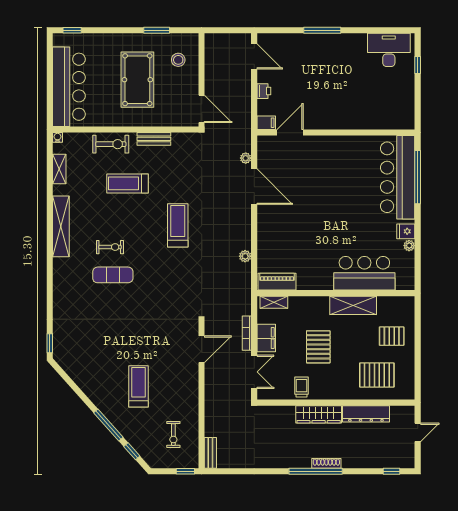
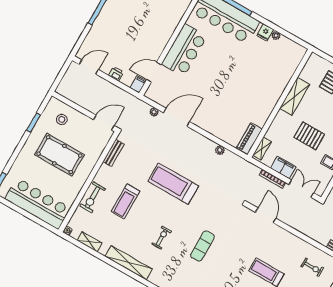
door: (290, 132) -> (154, 72), hinge flipped
bench: (154, 139) -> (113, 153), moved
exercise bike: (111, 144) -> (93, 197), turned 180
treadmill: (178, 225) -> (173, 184), width x1.37, depth x1.38
bar counter: (364, 273) -> (184, 50), moved, turned 180
exercise mat: (113, 275) -> (202, 246), moved

